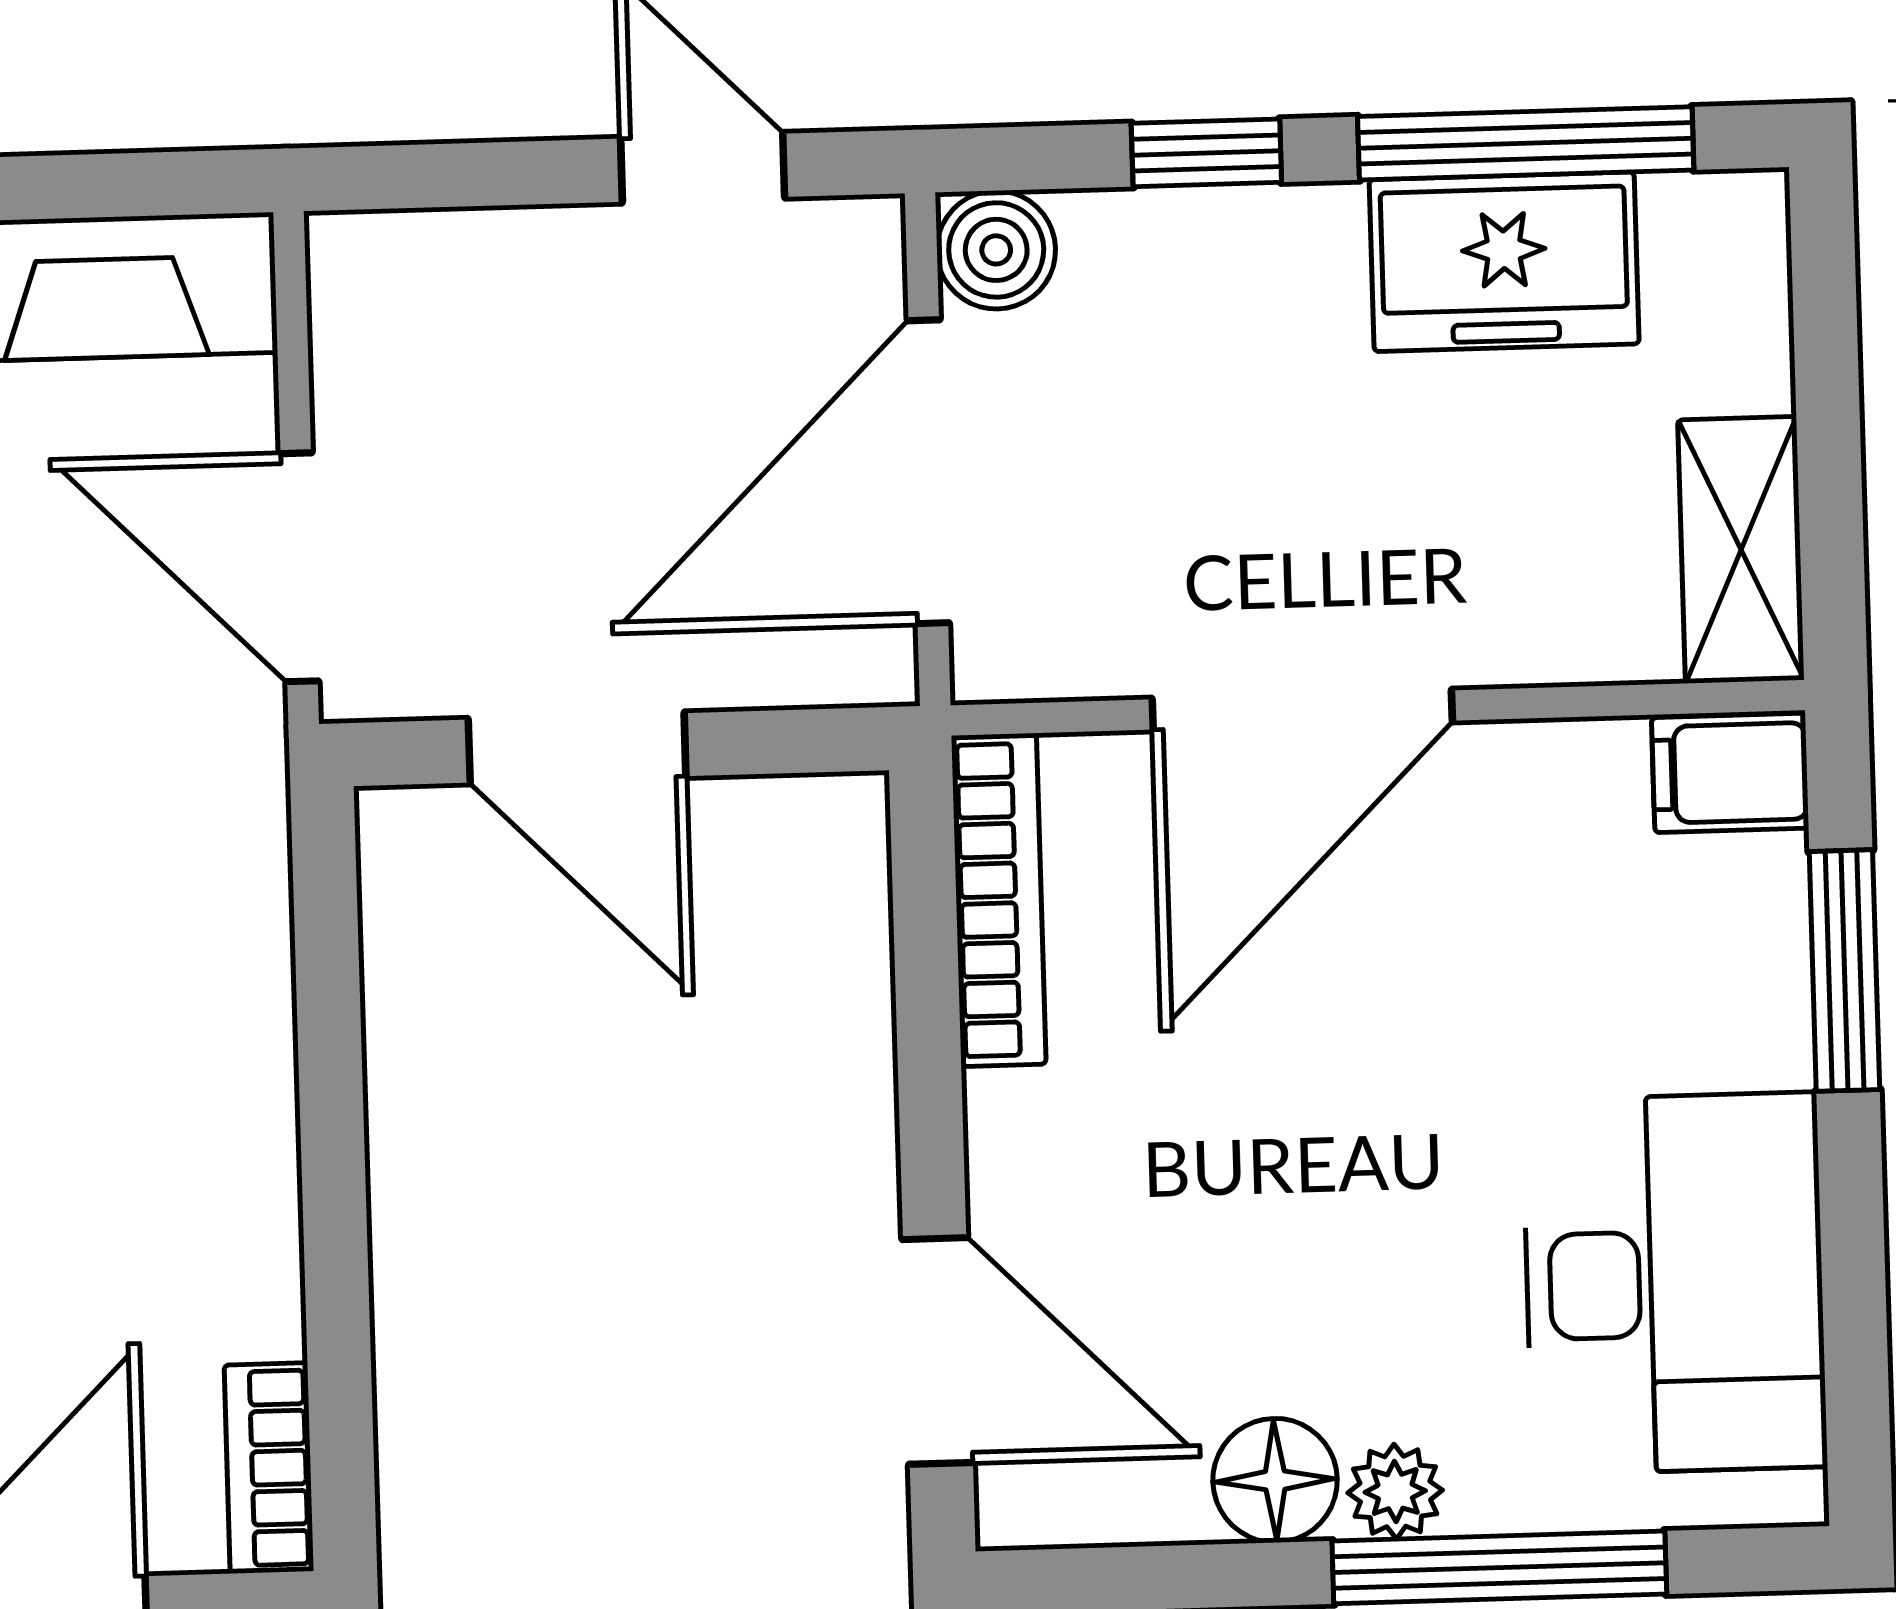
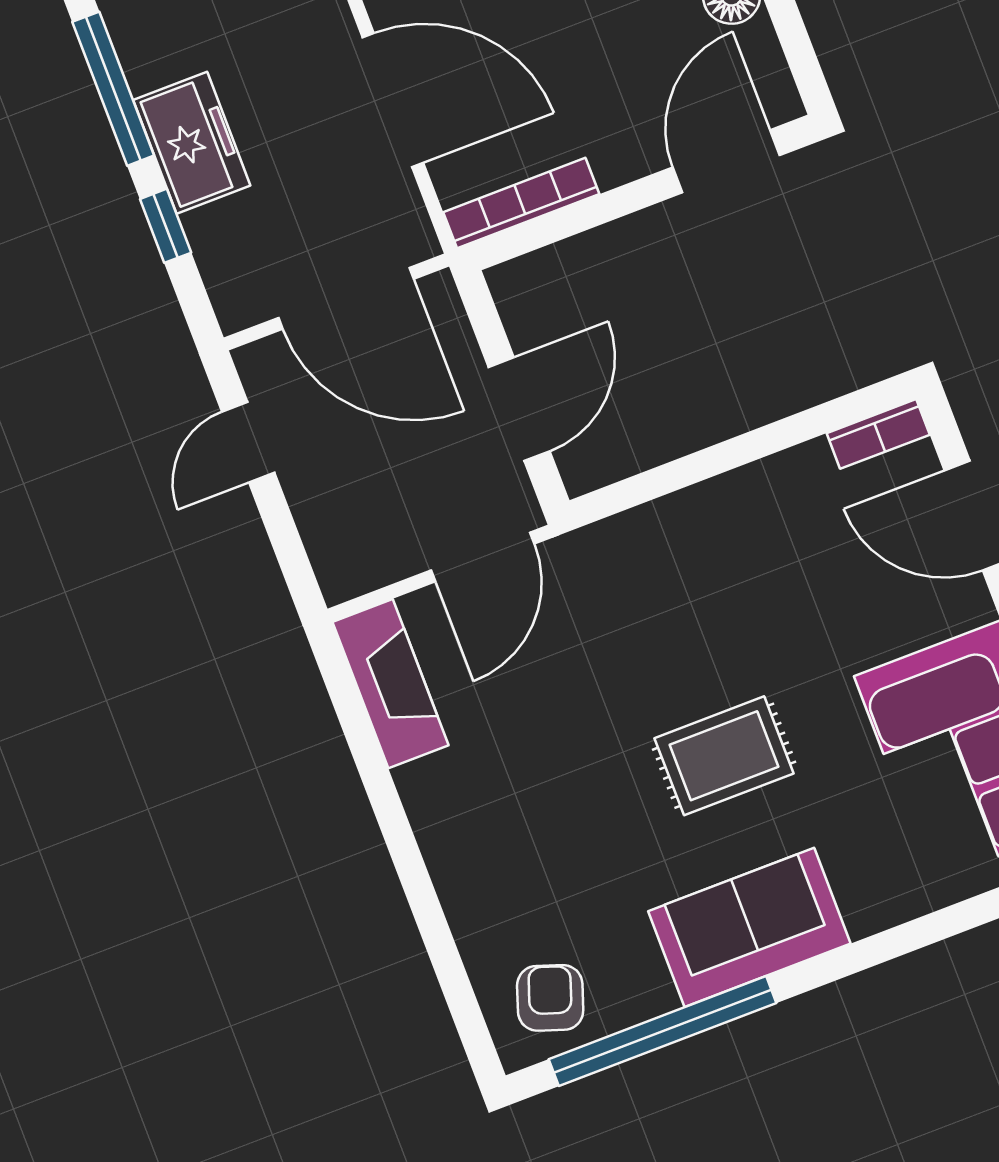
boiler: (996, 250) -> (240, 302), removed
freezer: (1504, 262) -> (192, 143), moved

